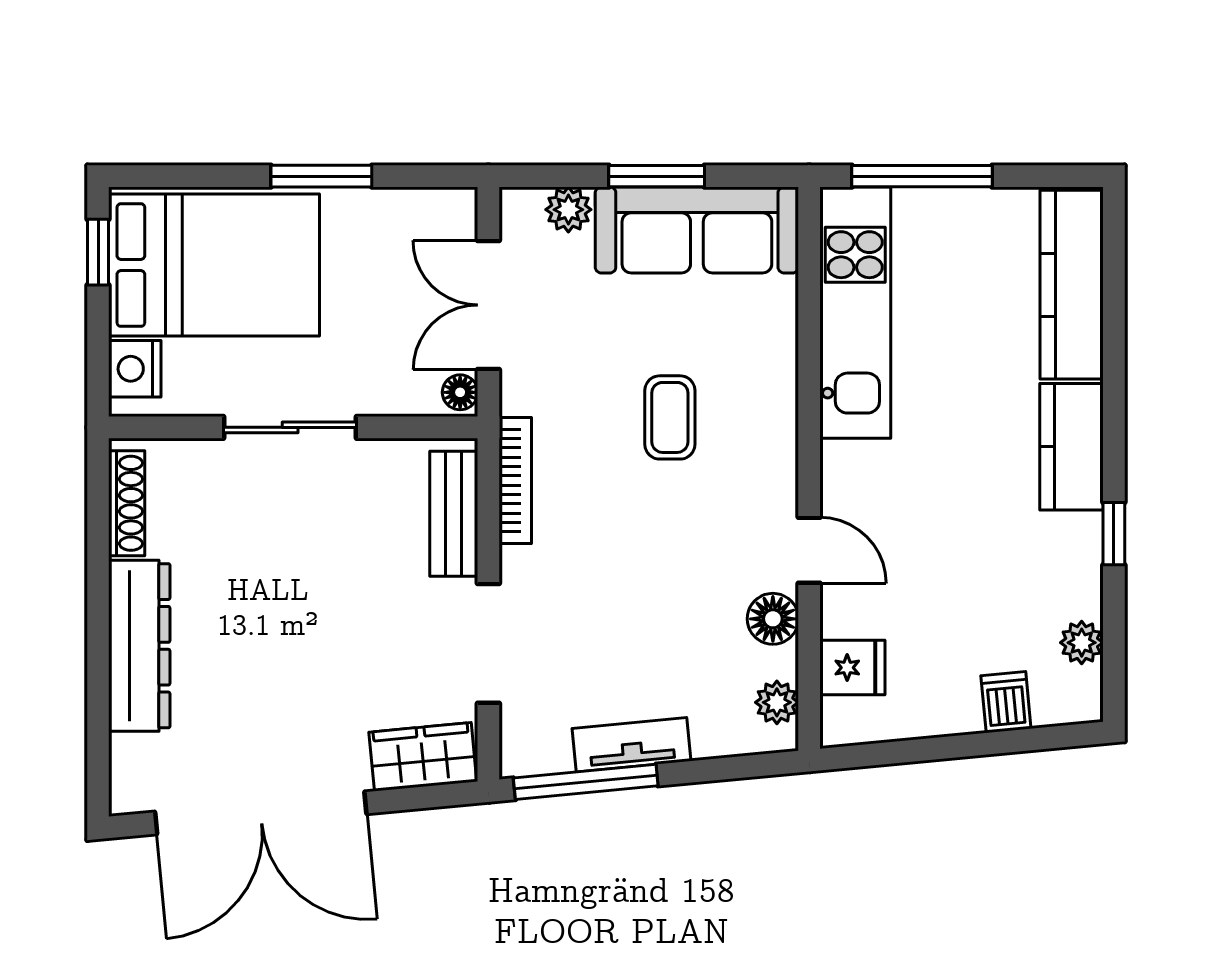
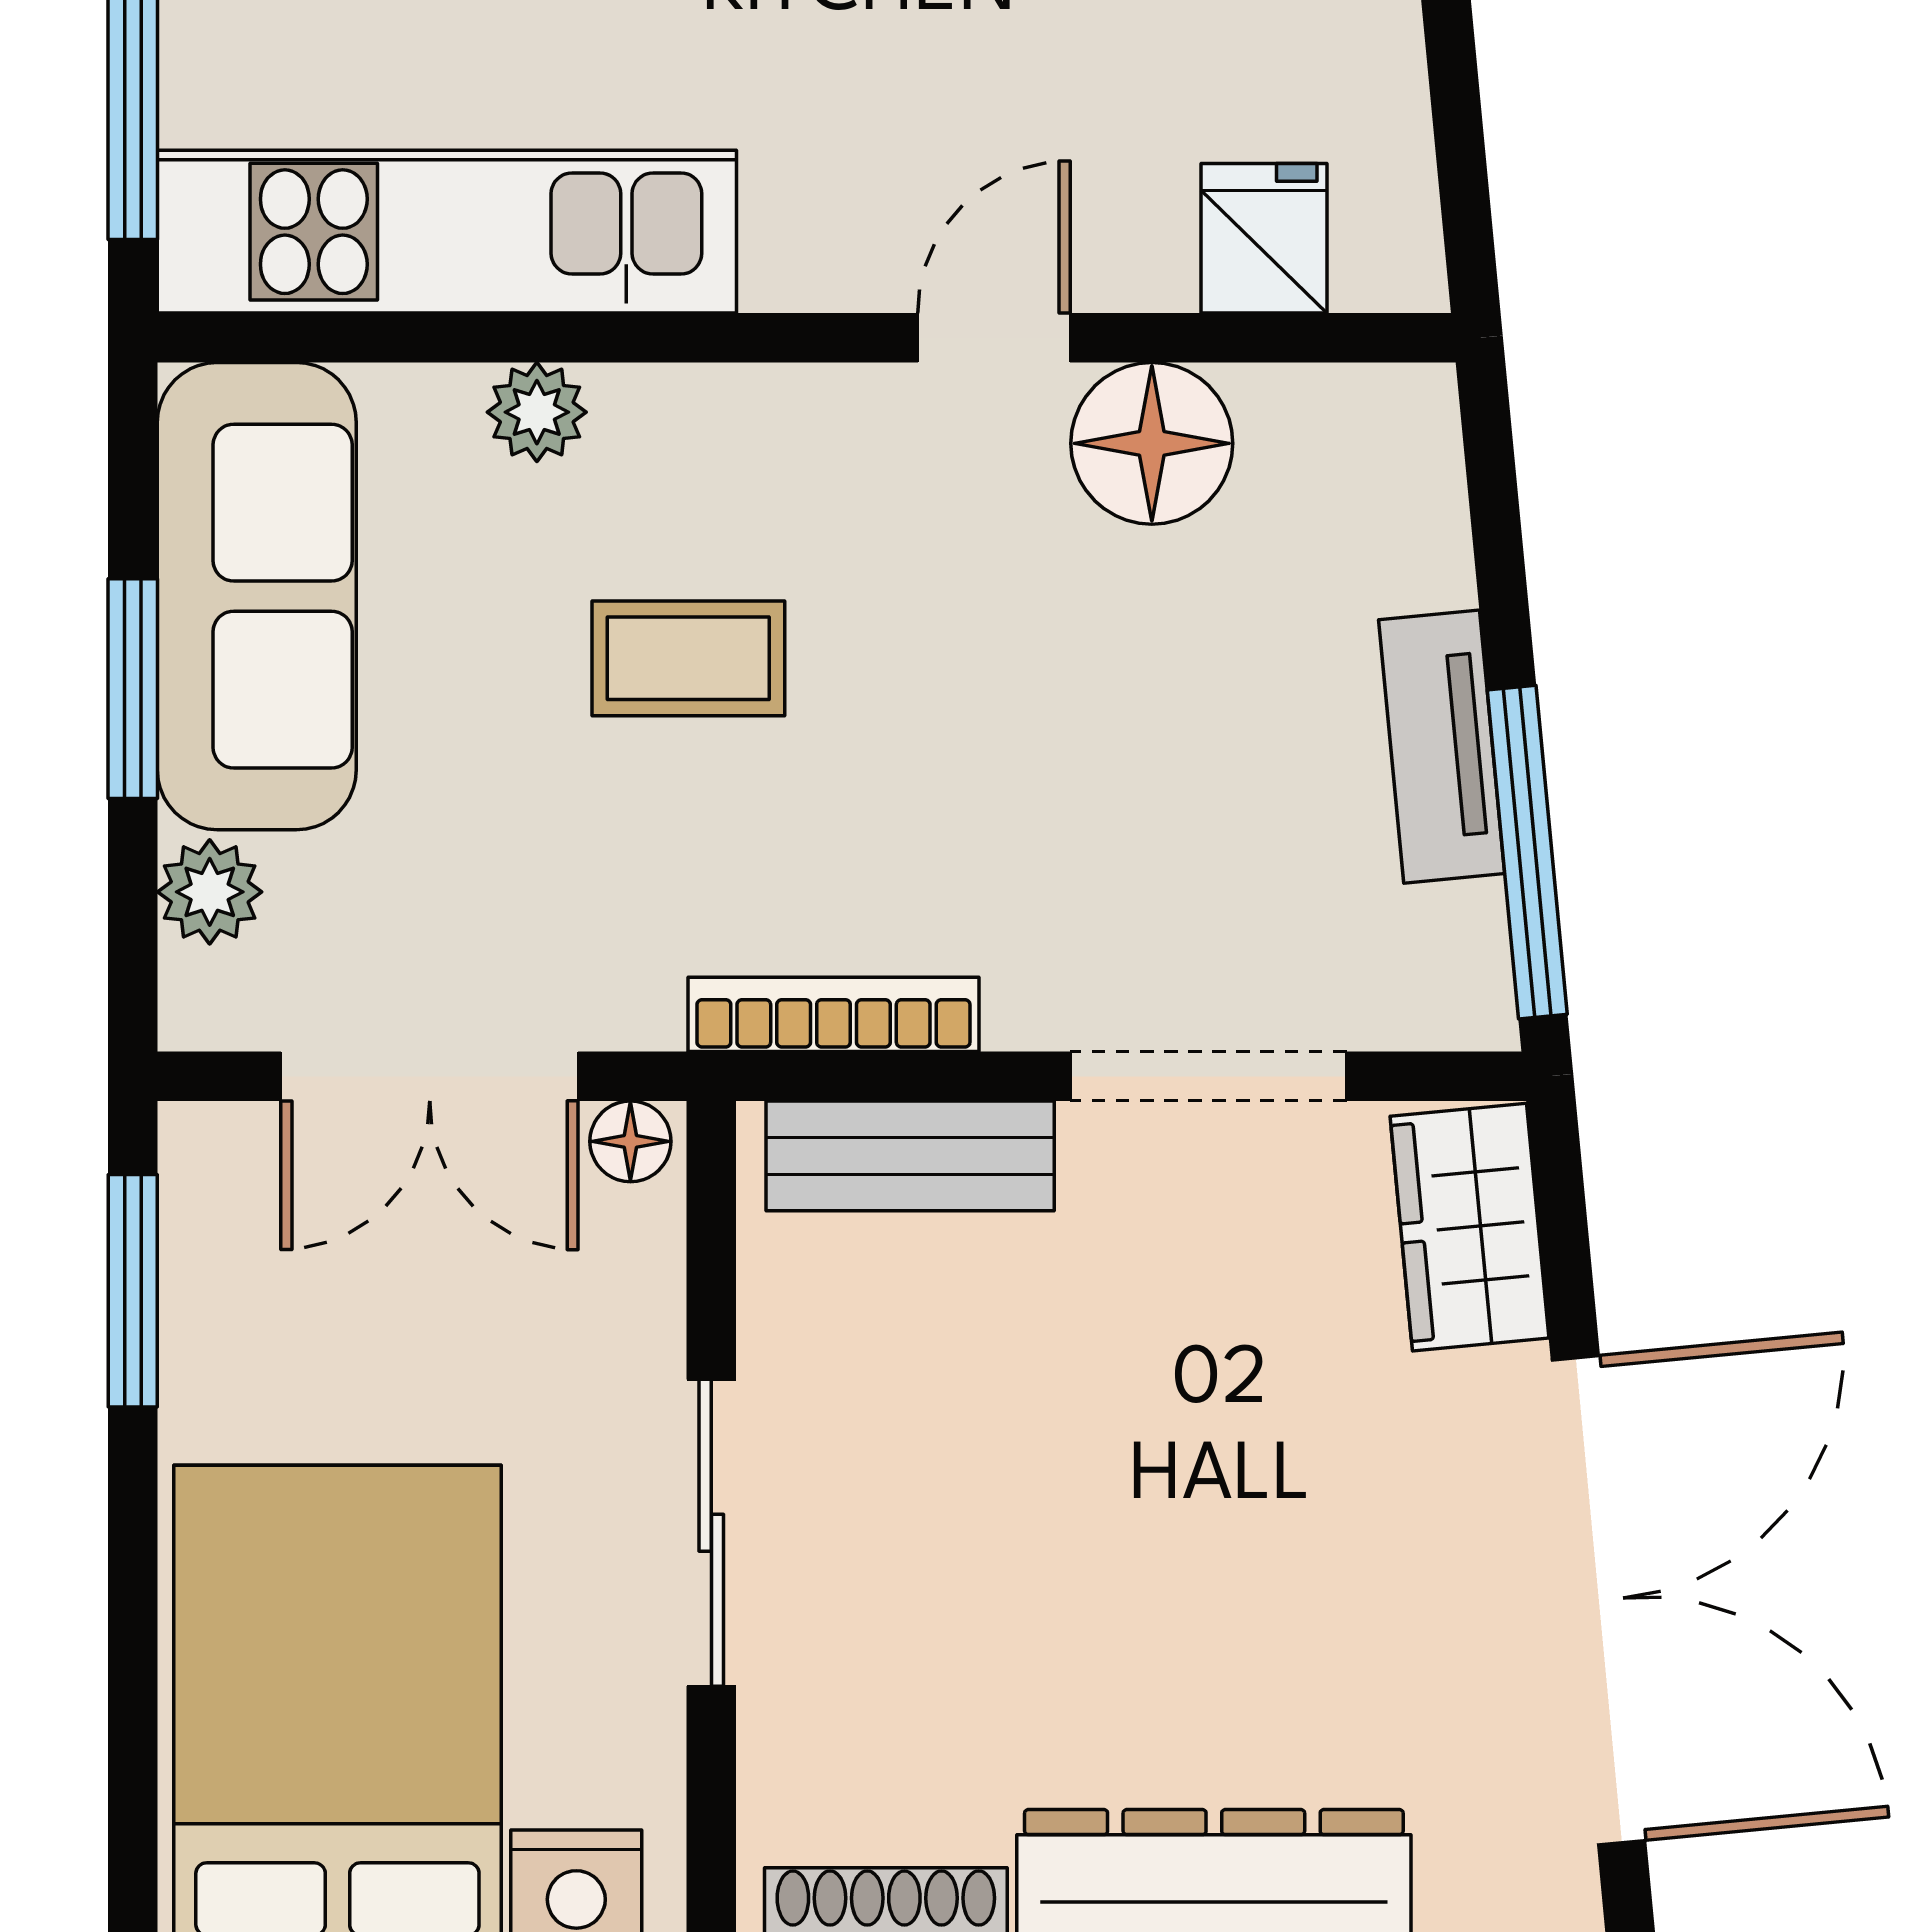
window: (321, 176) -> (133, 1291), moved
floor lamp: (773, 619) -> (1152, 443), width x1.38, depth x1.38
plant: (777, 702) -> (537, 412), moved

